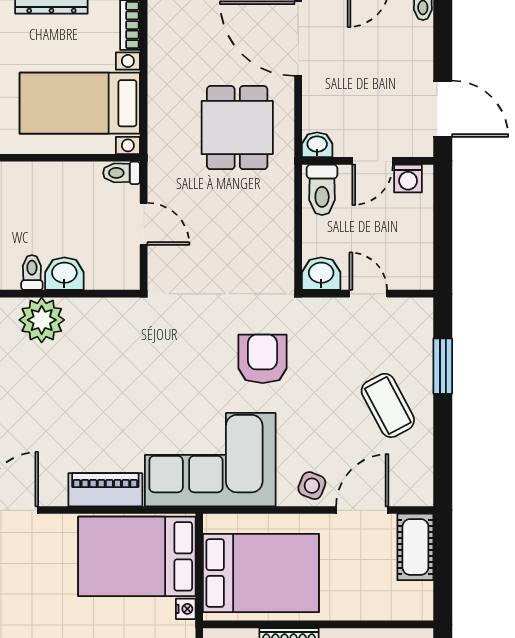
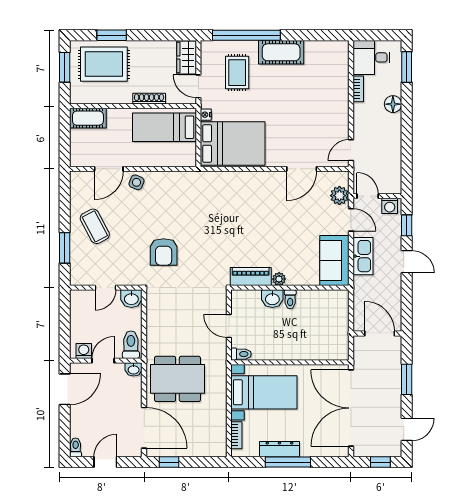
door: (443, 109) -> (65, 389), swing flipped
dining table: (237, 128) -> (177, 379), width x1.38
door: (368, 294) -> (106, 288), hinge flipped
plant: (42, 320) -> (279, 279), width x0.53, depth x0.53
corner sofa: (210, 460) -> (192, 197), removed
piano: (105, 490) -> (251, 277), moved, turned 180
cot: (415, 547) -> (88, 118), moved, turned 90
bed: (261, 573) -> (164, 127), width x0.67

